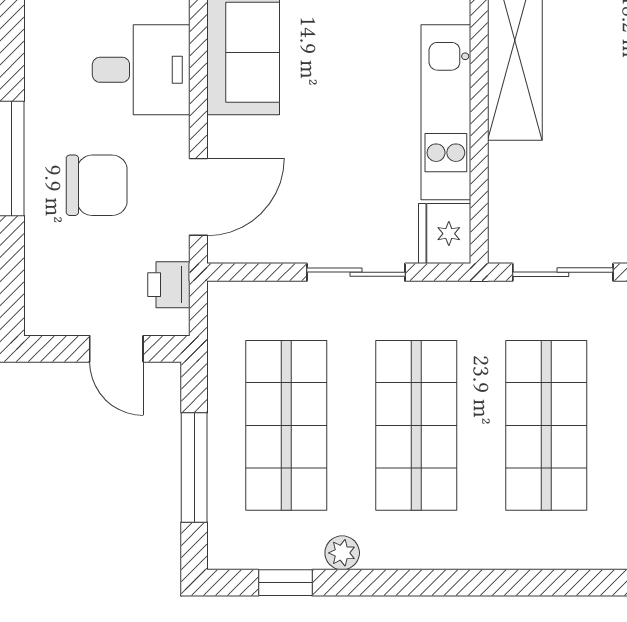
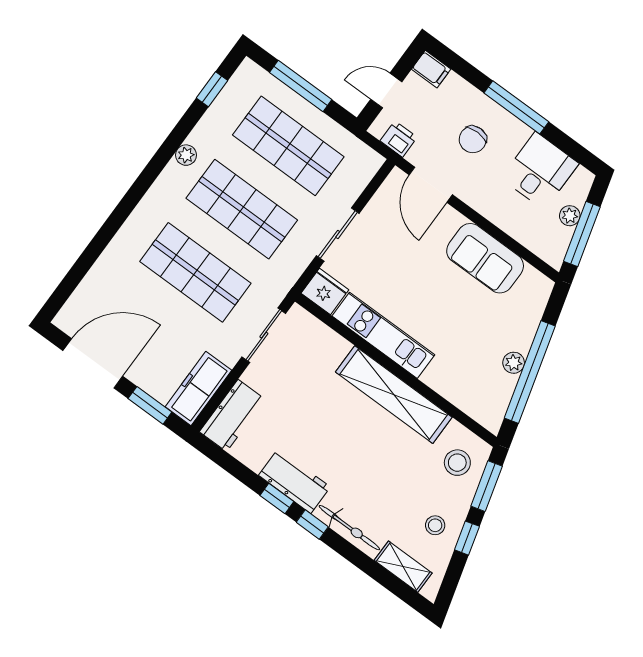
desk: (141, 70) -> (540, 171), moved, turned 180
chair: (97, 185) -> (473, 139), width x0.73, depth x0.73
filing cabinet: (44, 310) -> (431, 69), added
plant: (342, 553) -> (186, 155), moved

